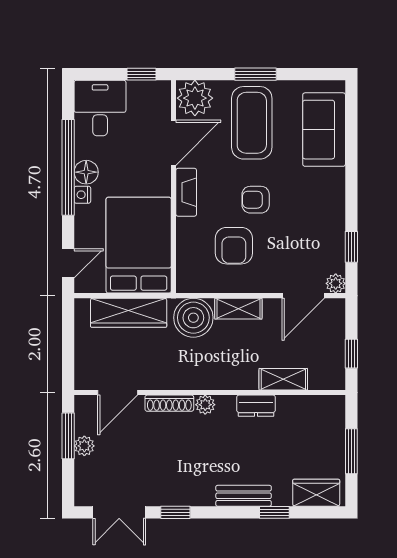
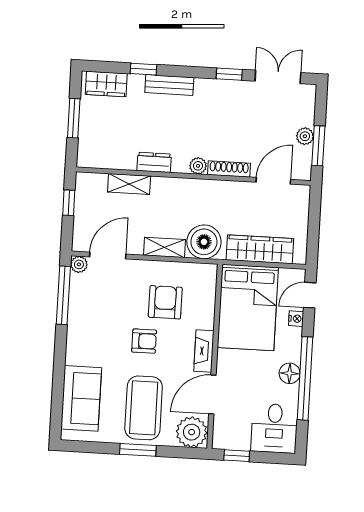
nightstand: (82, 195) -> (296, 319), moved
window: (351, 247) -> (63, 295), width x2.17

